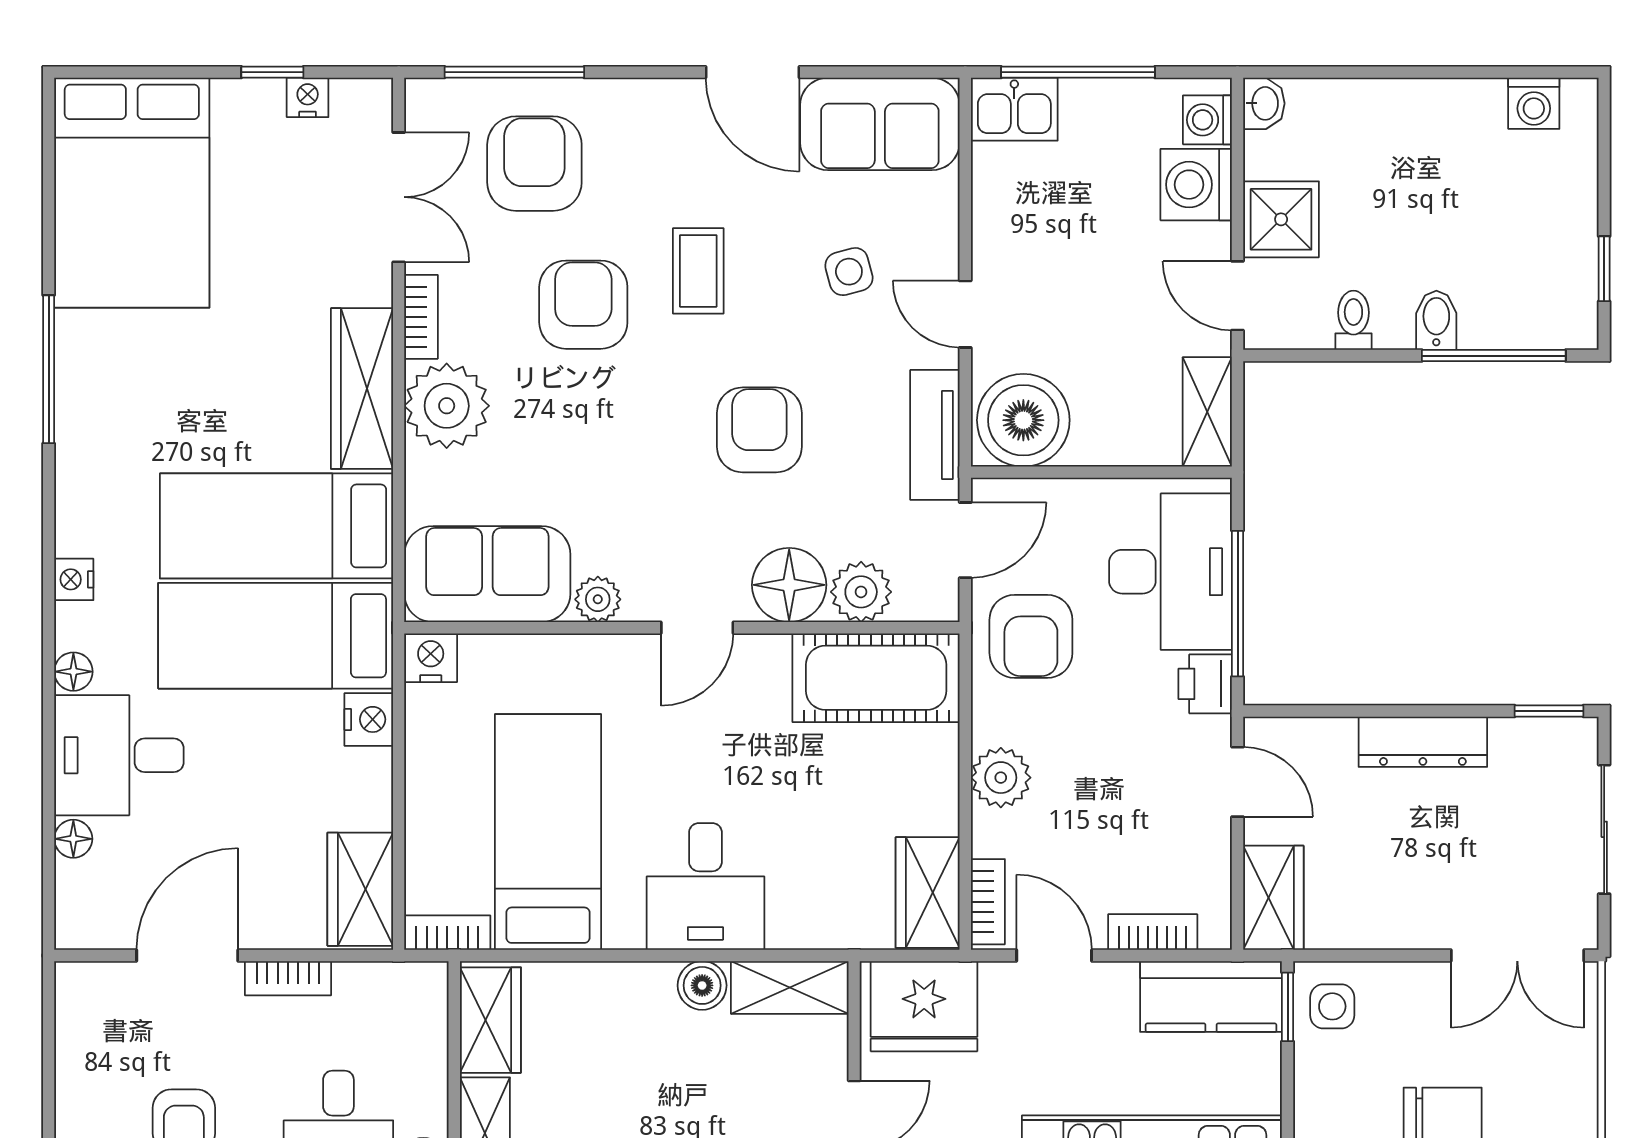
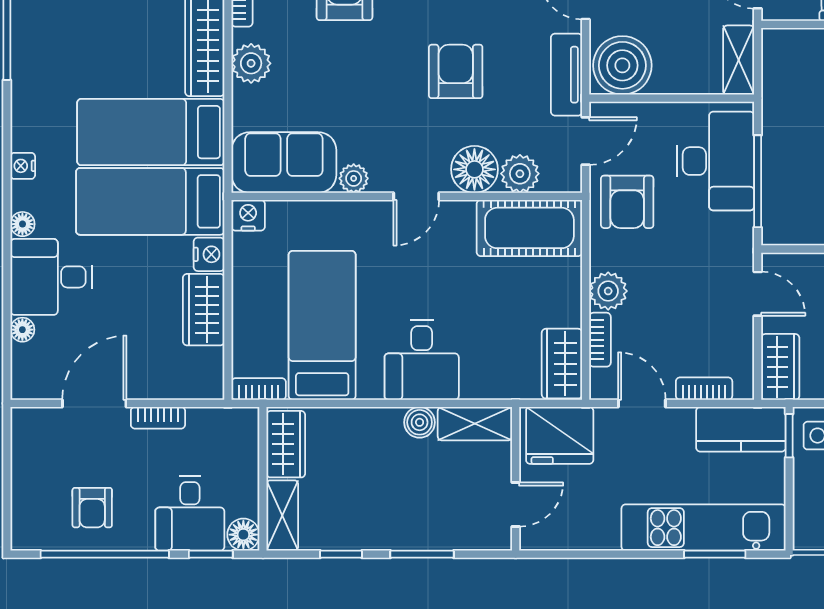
plant: (447, 406) -> (251, 63), width x0.73, depth x0.73
printer: (1205, 684) -> (737, 232), removed
wardrobe: (360, 889) -> (204, 310), moved
bookcase: (988, 902) -> (600, 340), moved

